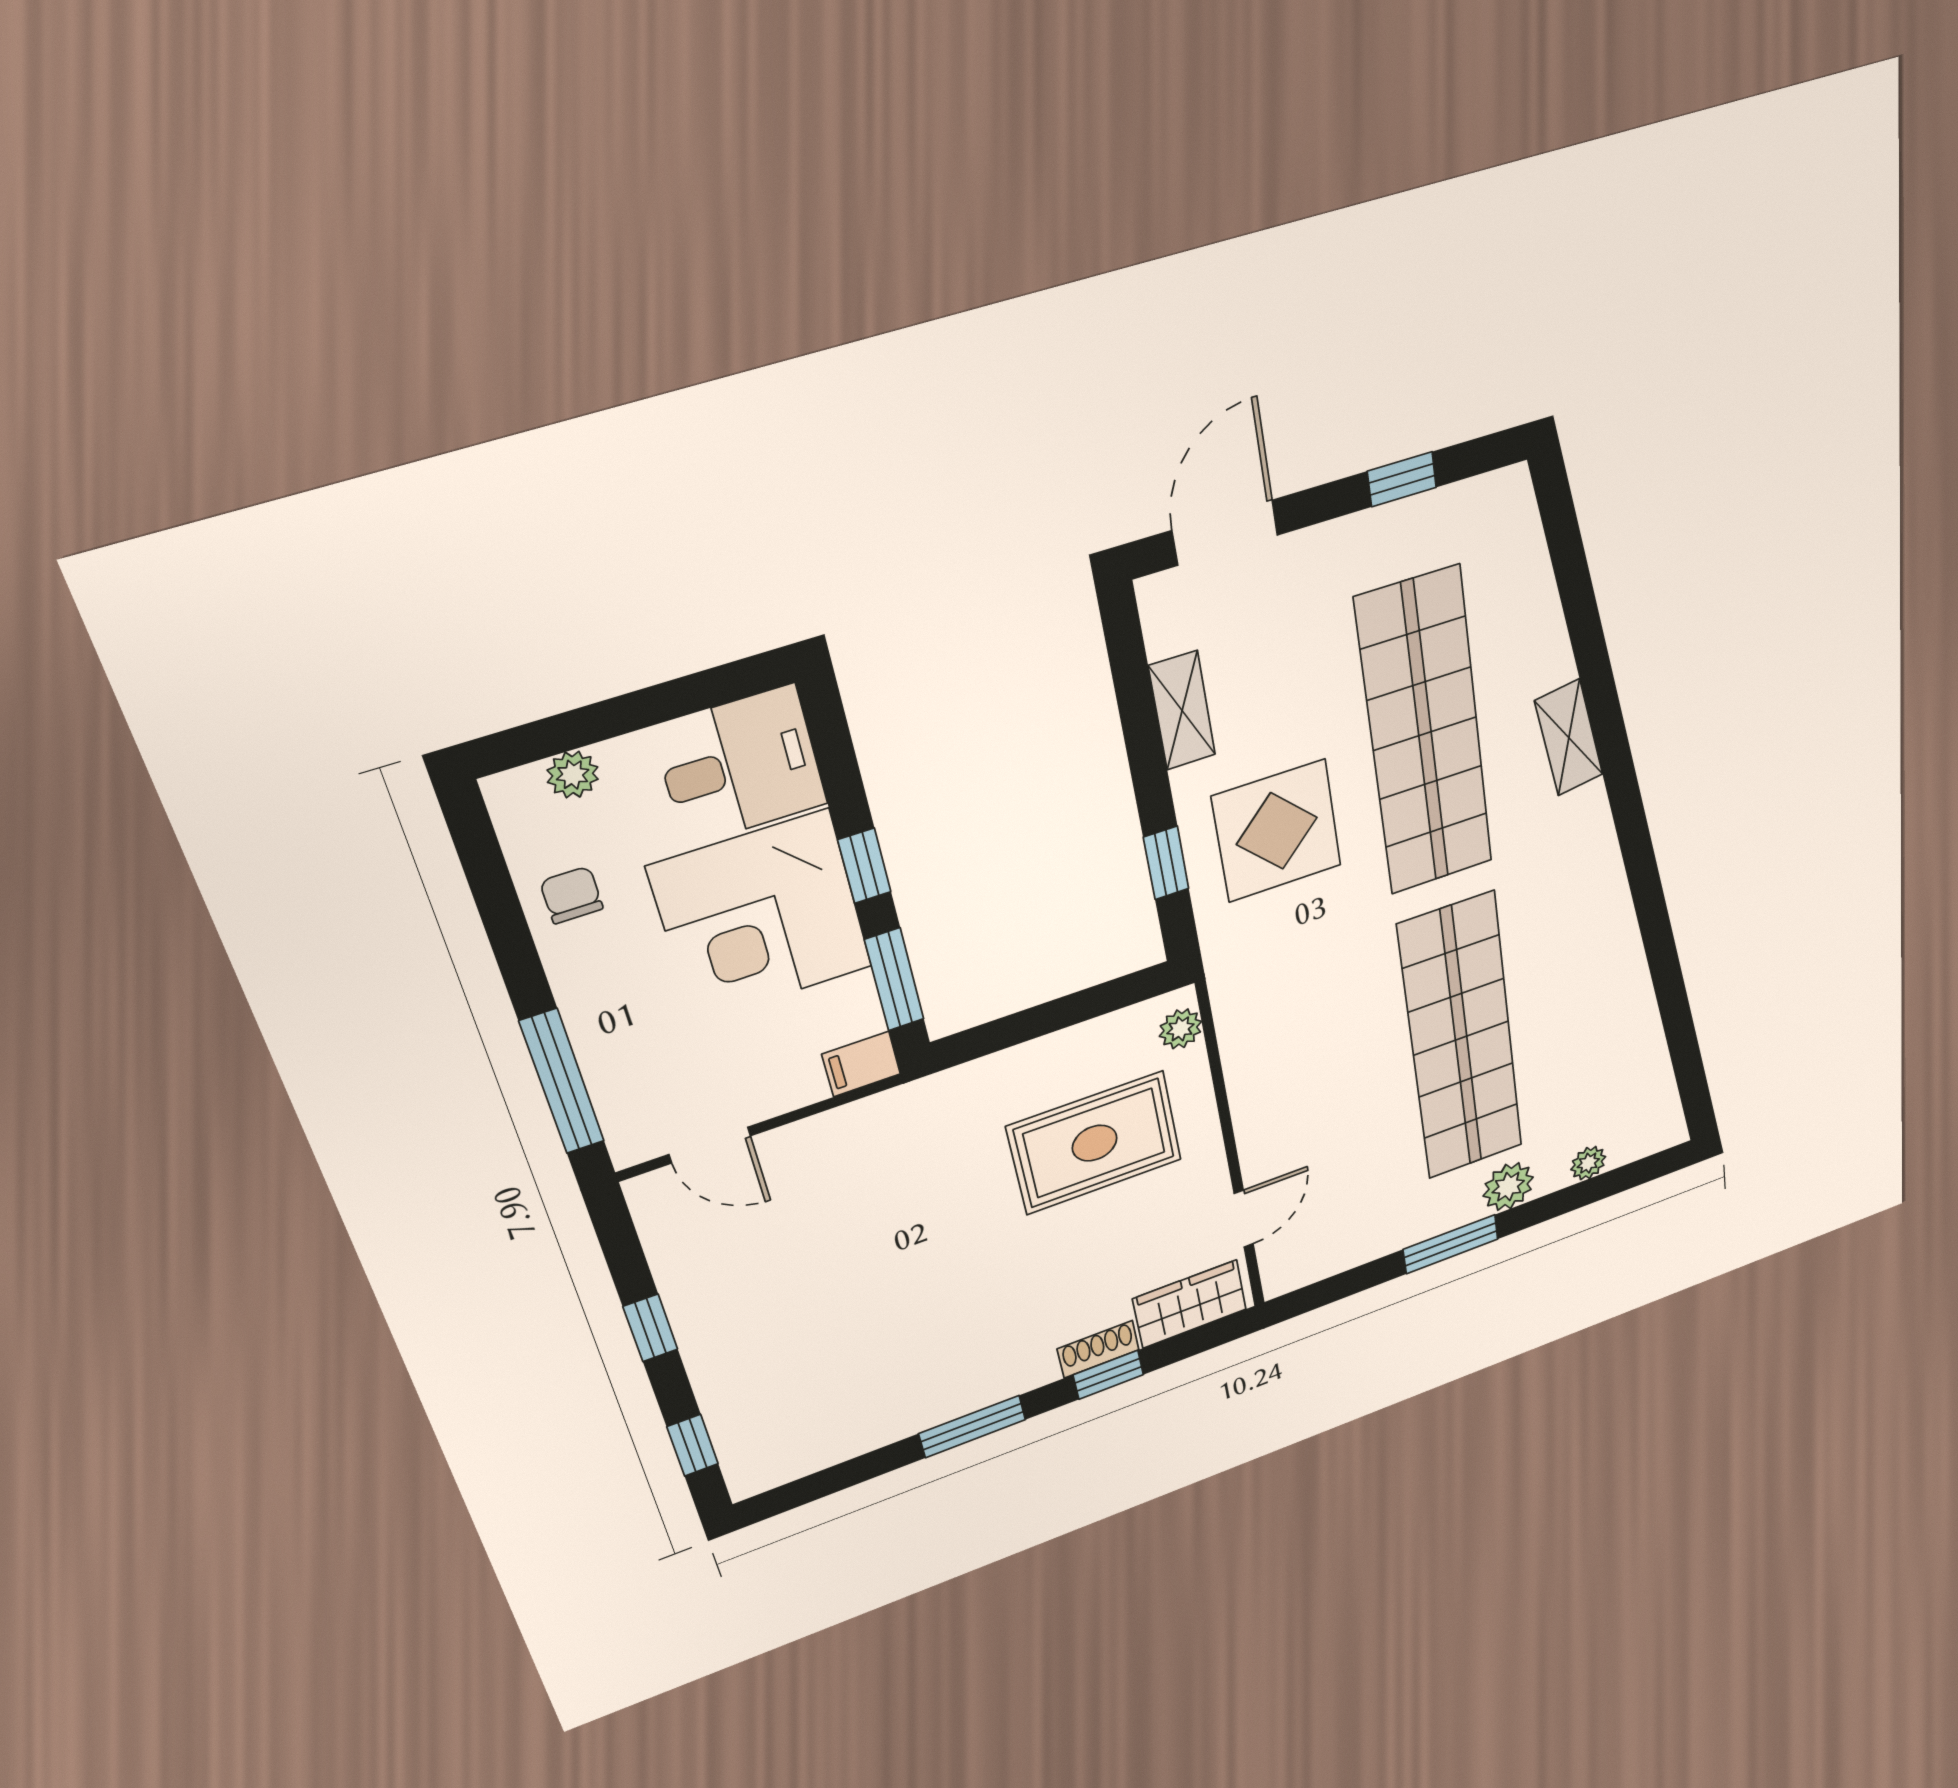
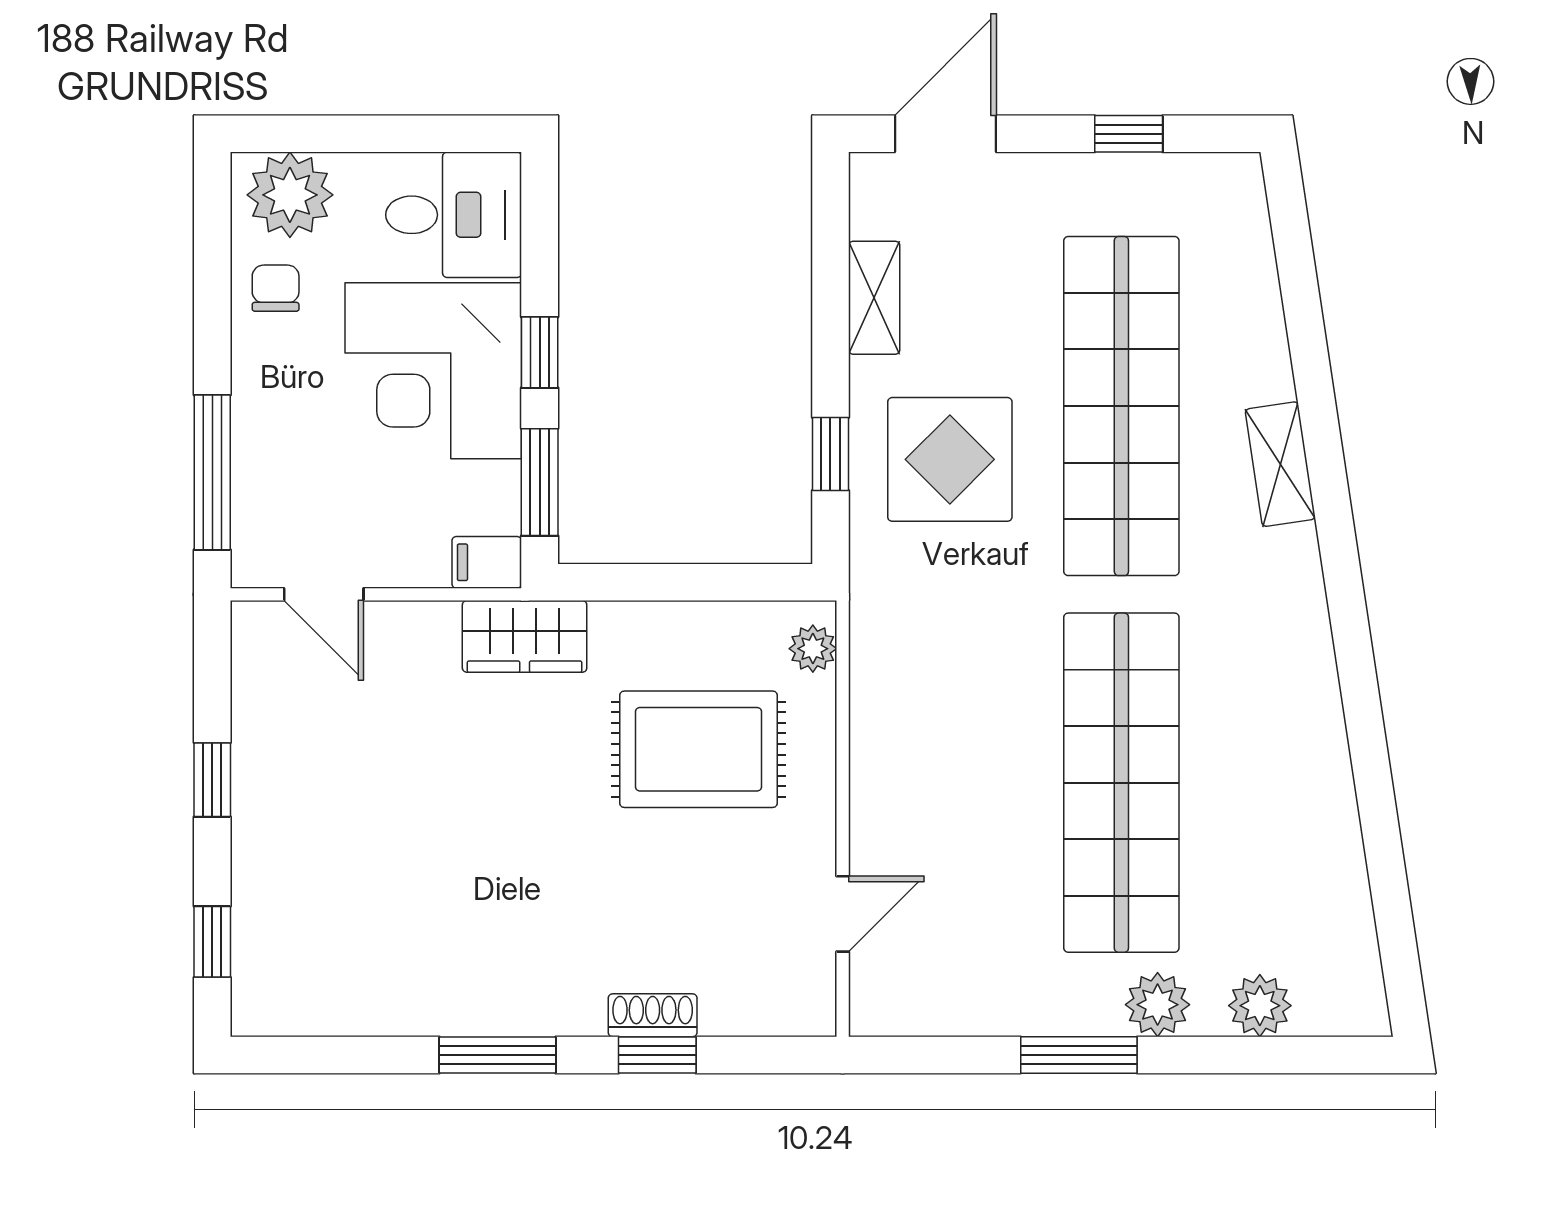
plant: (573, 775) -> (290, 195), width x1.88, depth x1.88
plant: (1588, 1163) -> (1260, 1006), width x1.38, depth x1.38
wardrobe: (1190, 1304) -> (525, 636), moved, turned 180

